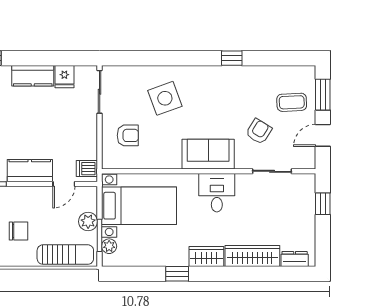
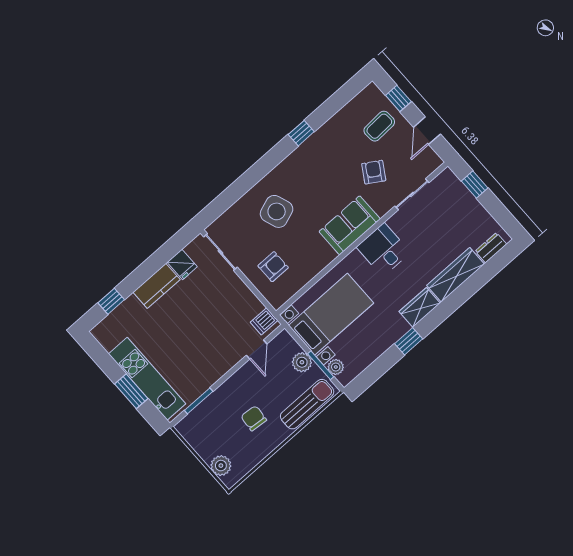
window: (323, 95) -> (398, 98), width x0.67
kitchen counter: (30, 171) -> (220, 363), removed
chair: (19, 231) -> (254, 418), turned -85

